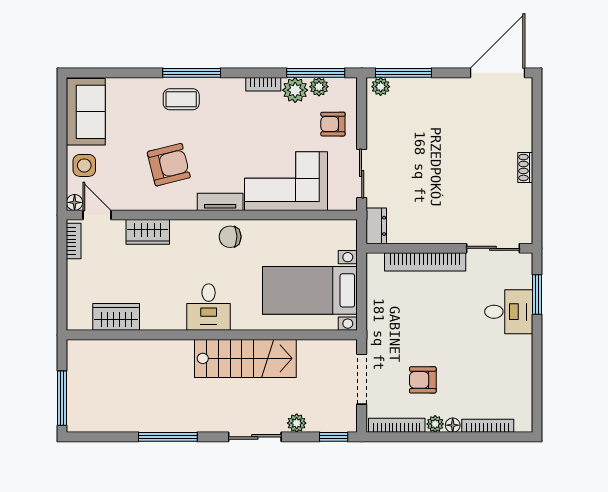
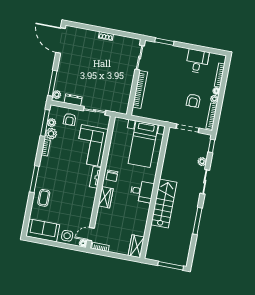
coffee table: (181, 99) -> (44, 198), moved
armchair: (169, 165) -> (74, 197), removed
dresser: (376, 226) -> (73, 100), moved
wardrobe: (148, 232) -> (106, 197), moved
desk: (509, 312) -> (197, 61), moved
wardrobe: (116, 317) -> (136, 246), moved
stairs: (245, 358) -> (164, 203), moved

